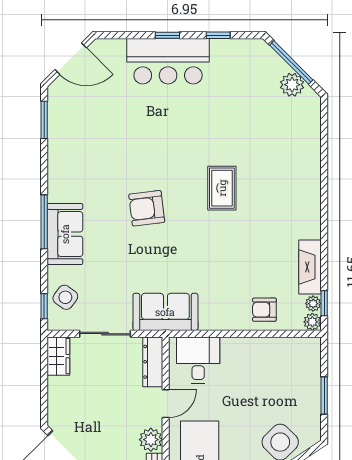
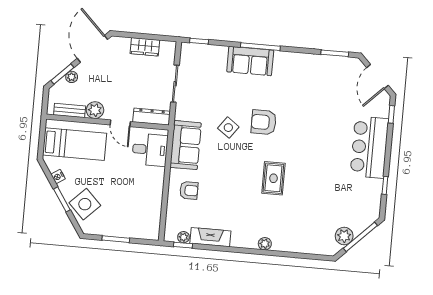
window: (167, 35) -> (391, 114), moved
rug: (222, 188) -> (273, 178), turned 90
armchair: (147, 208) -> (264, 122), turned -83
side table: (65, 297) -> (228, 128), moved
armchair: (264, 310) -> (189, 190), moved, turned 90
sofa: (165, 312) -> (186, 145), moved
plant: (312, 322) -> (265, 244), moved
wardrobe: (58, 356) -> (145, 47), moved

